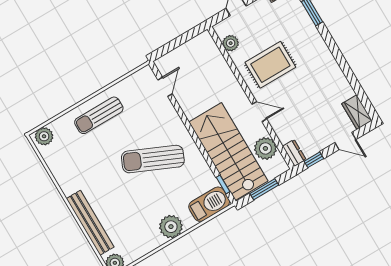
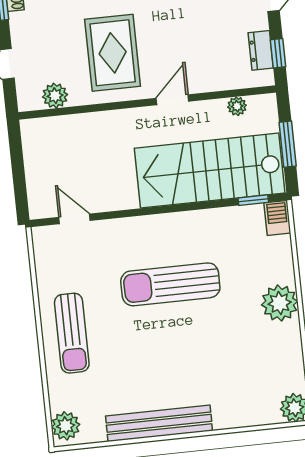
plant: (265, 148) -> (237, 106), width x0.53, depth x0.53
dresser: (294, 153) -> (261, 50), moved, turned -90
sun lounger: (153, 159) -> (170, 284), turned 66
barbecue: (209, 204) -> (277, 218), width x0.53, depth x0.65
bench: (90, 223) -> (159, 423), moved

